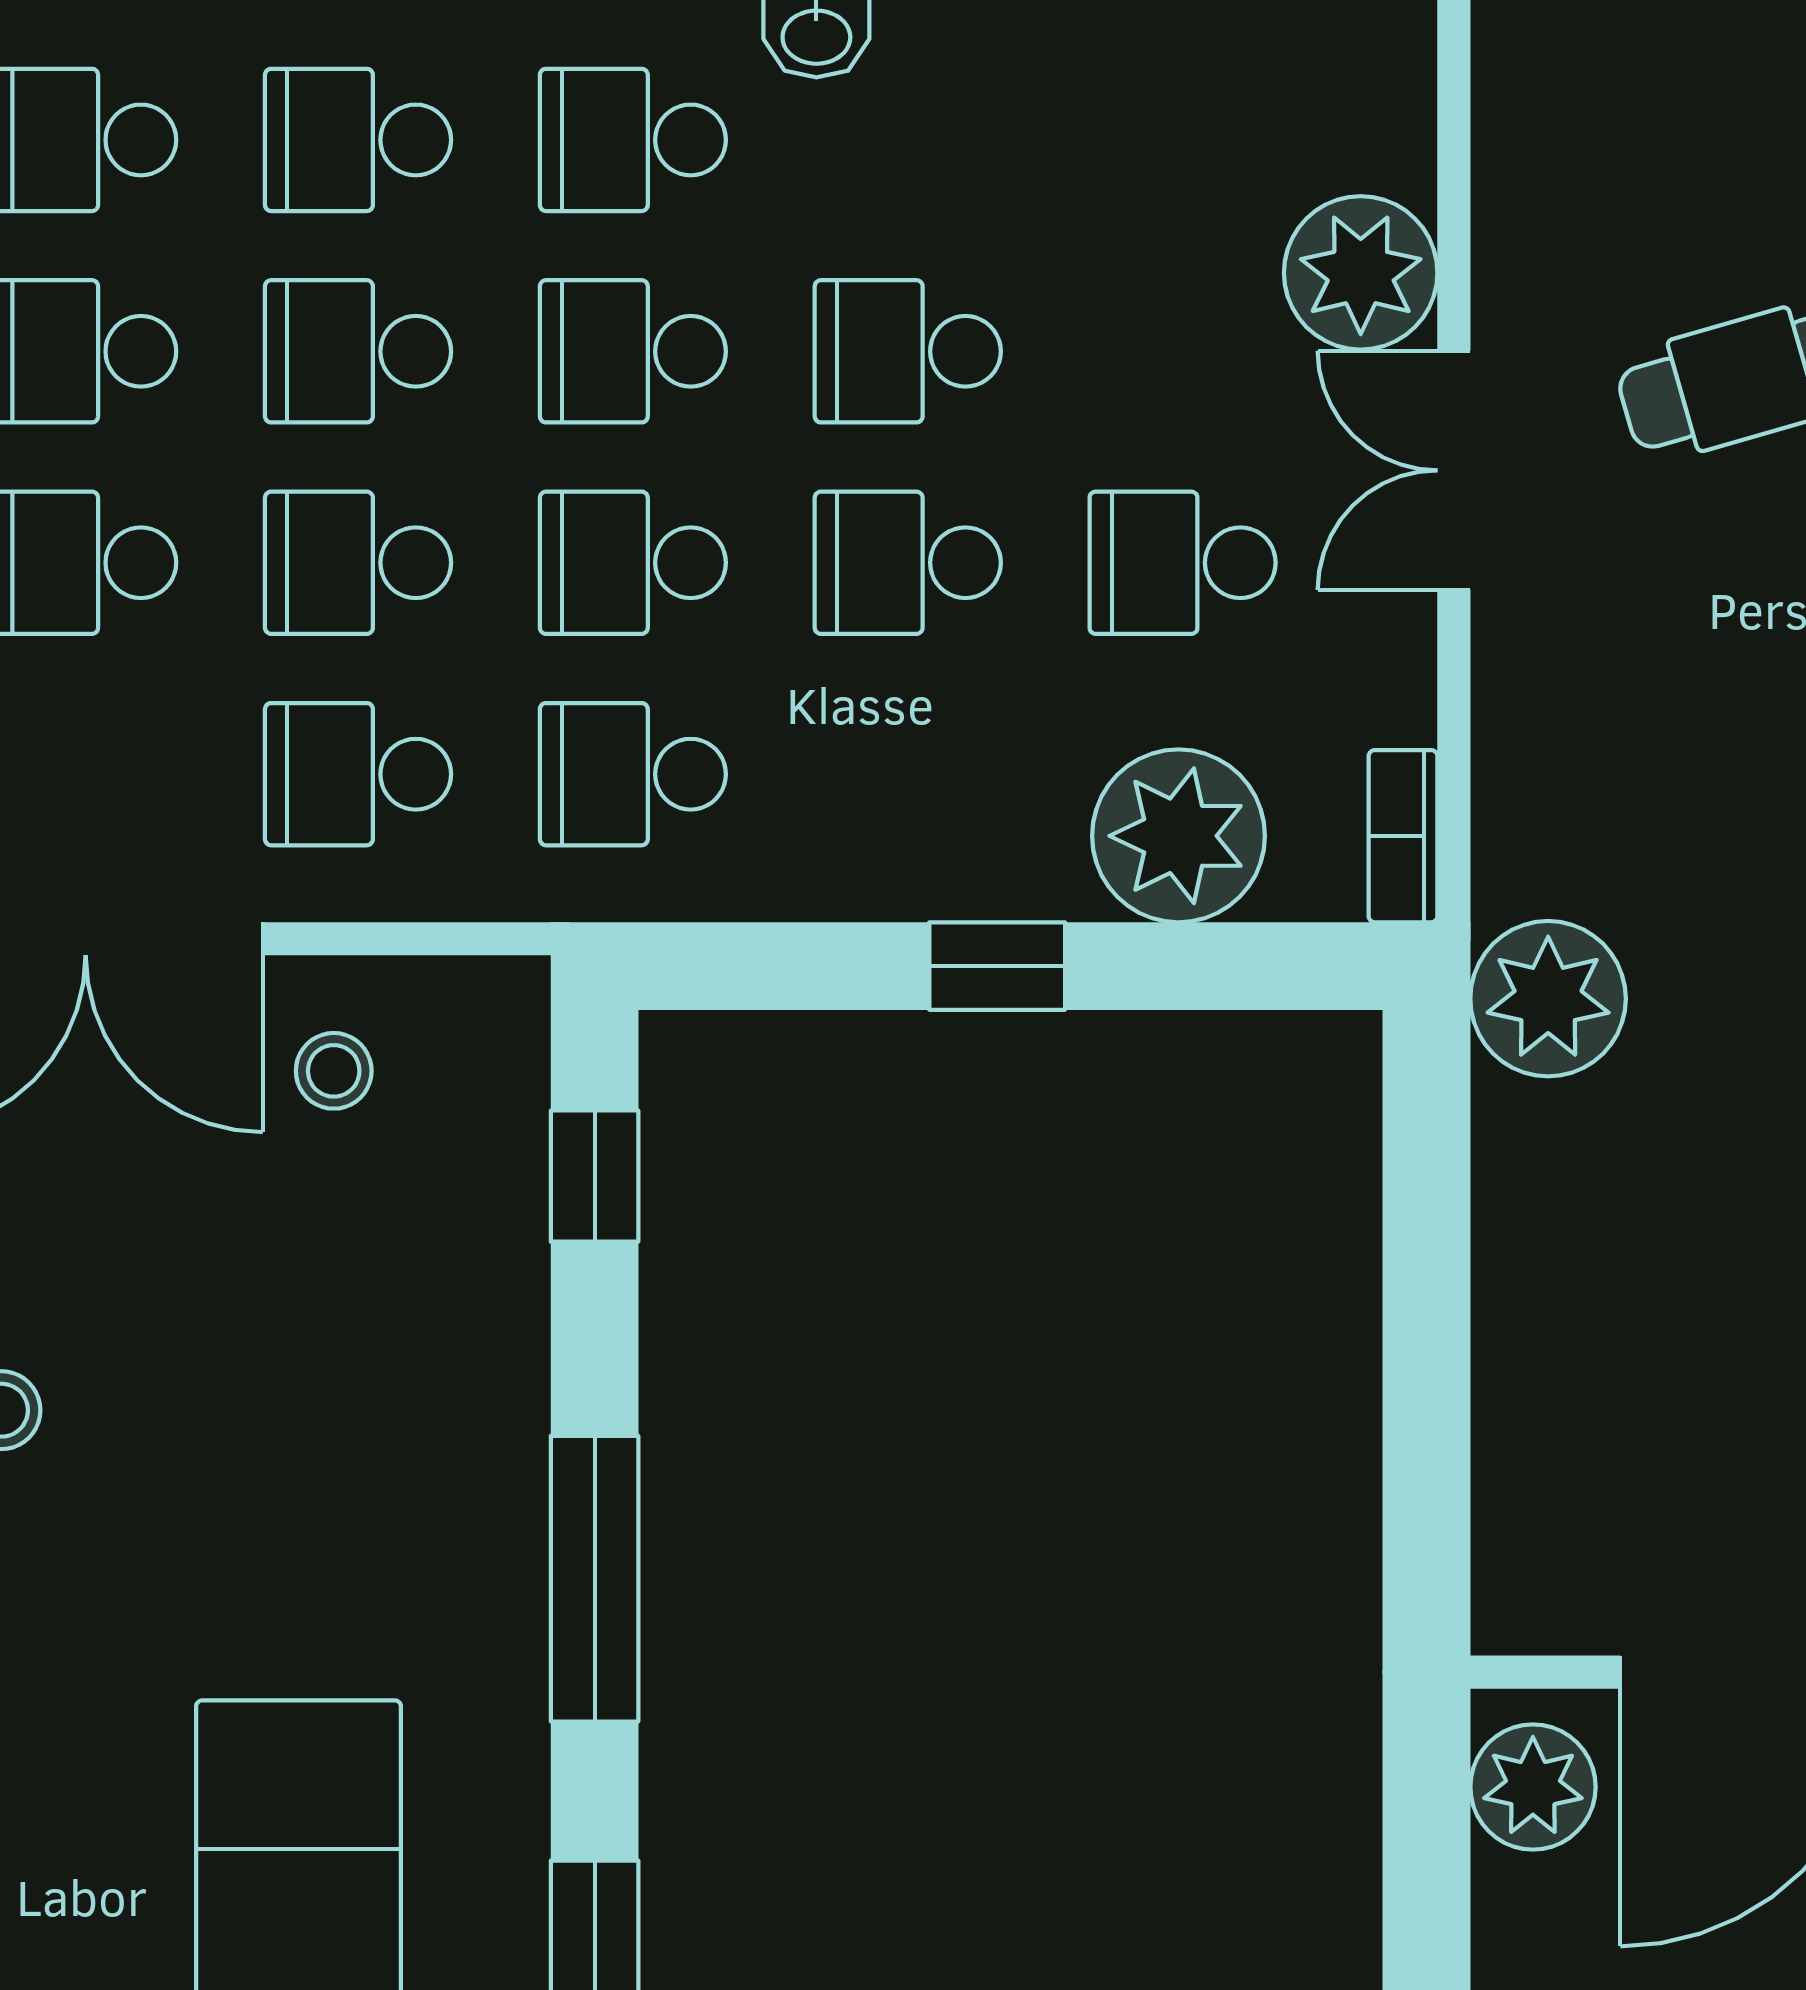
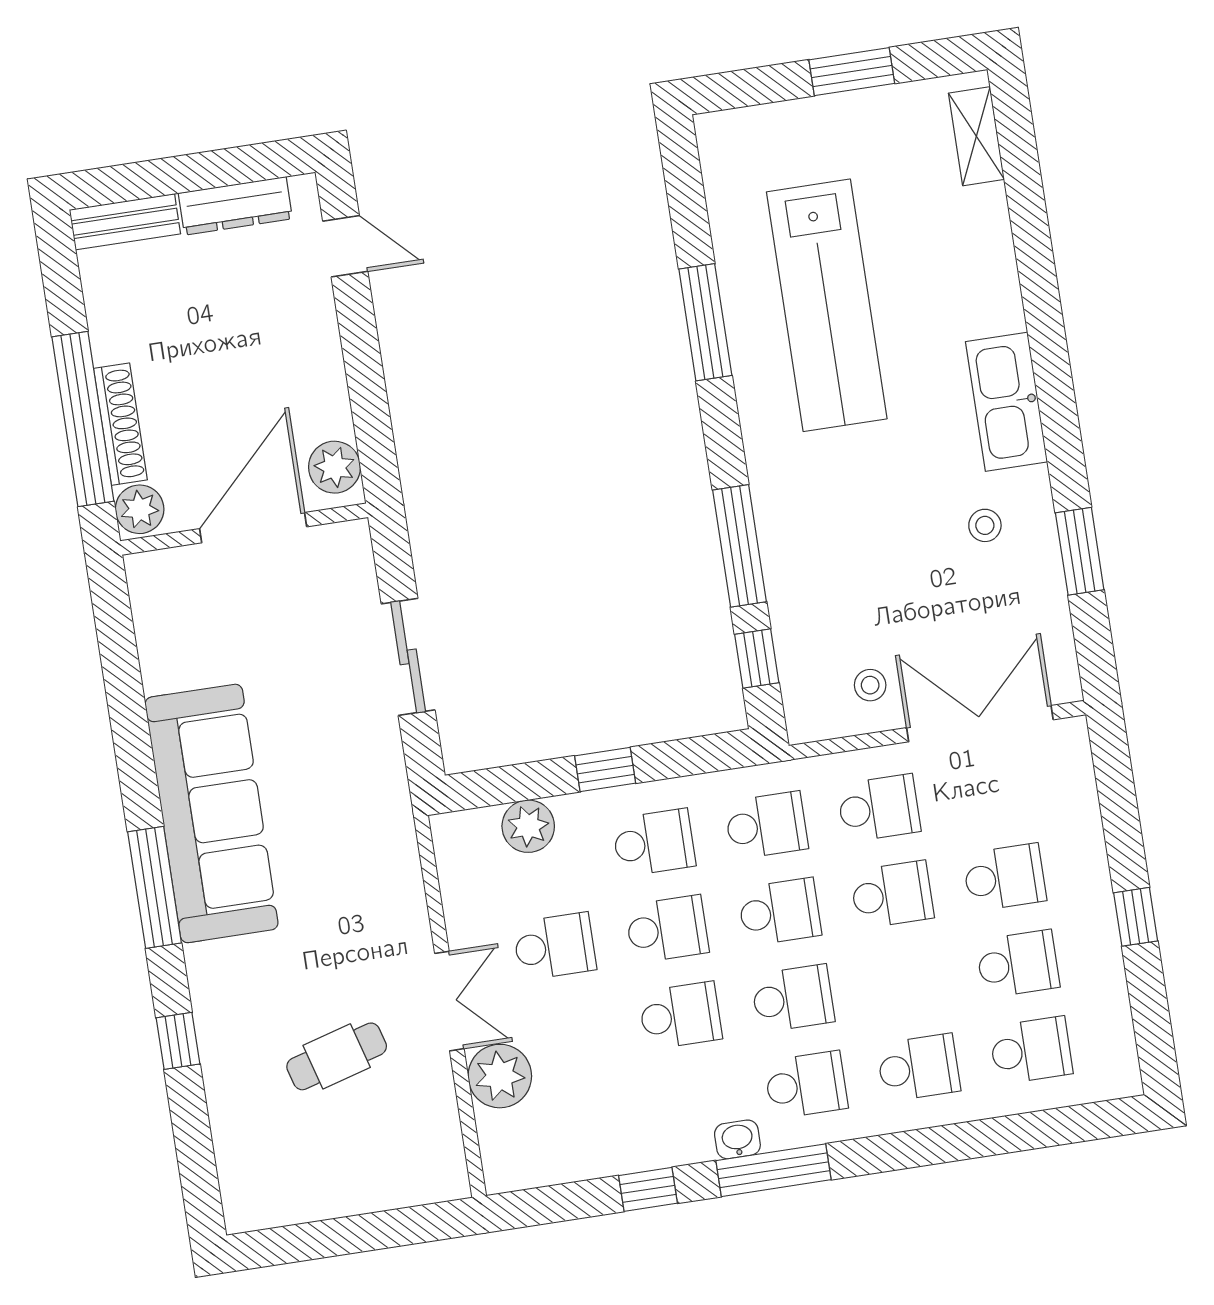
school desk: (358, 351) -> (654, 842), moved
plant: (1178, 836) -> (528, 826), width x0.73, depth x0.73
bookcase: (1403, 836) -> (447, 848), removed
plant: (1548, 999) -> (378, 791), removed
sliding door: (1427, 1307) -> (408, 657), added
window: (595, 1579) -> (740, 546), moved

